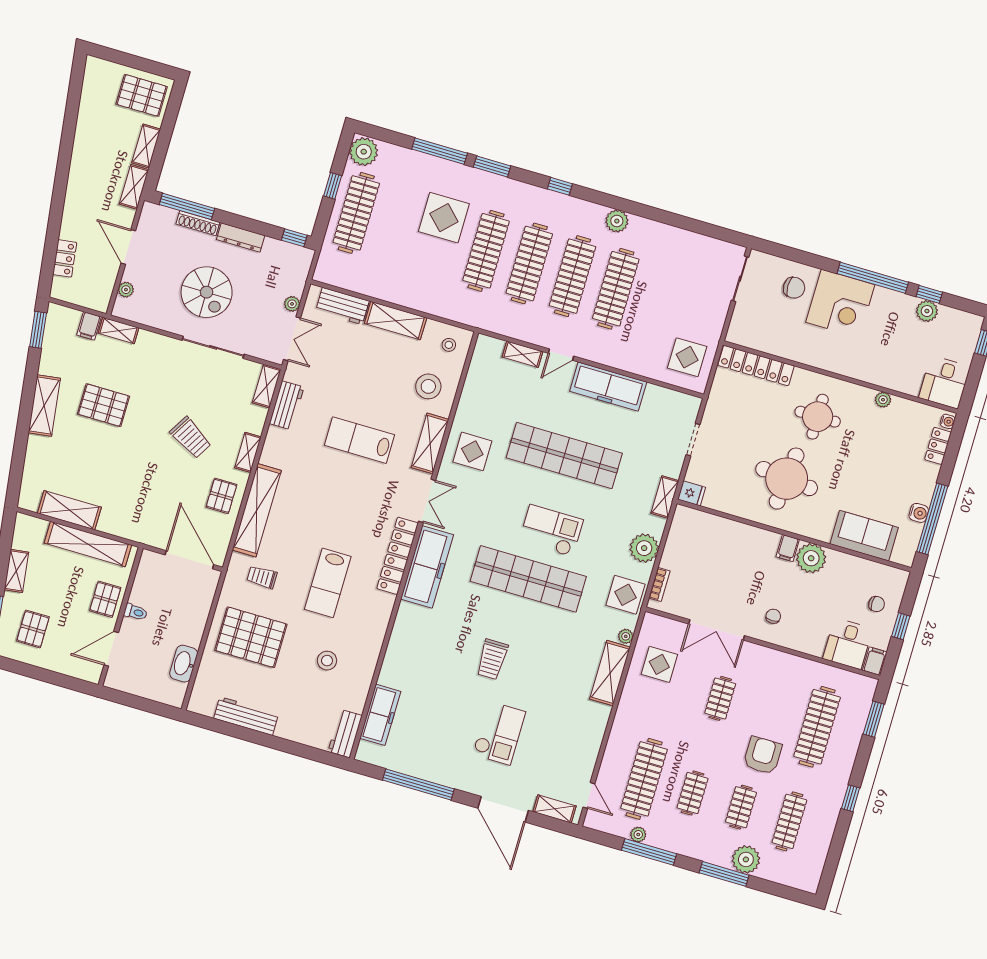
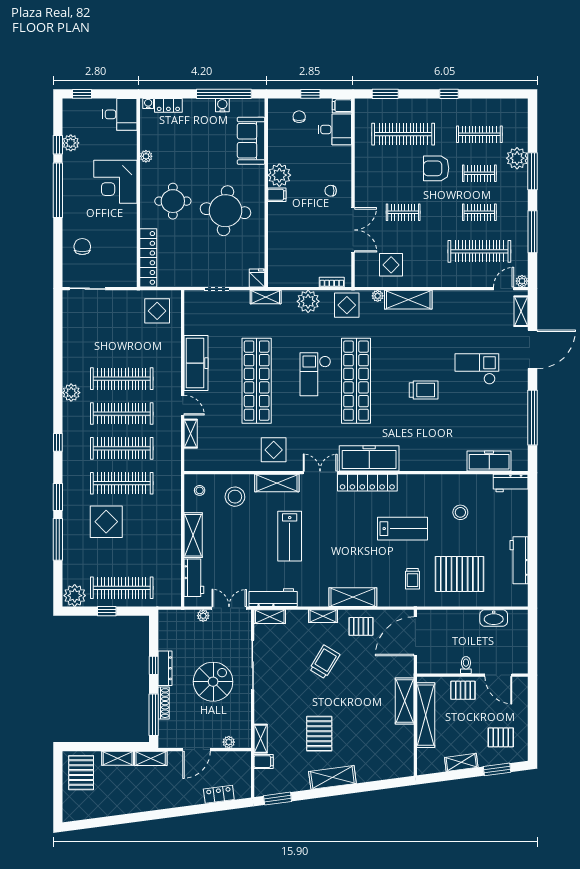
window: (294, 238) -> (154, 665), moved
corner desk: (840, 304) -> (115, 182), moved, turned 180
workbench: (287, 405) -> (273, 598), width x1.37
shelving: (69, 510) -> (405, 701), moved
shelving: (257, 510) -> (353, 597), width x0.68
pallet: (251, 637) -> (460, 574), turned 90
plant: (638, 835) -> (522, 281), moved

